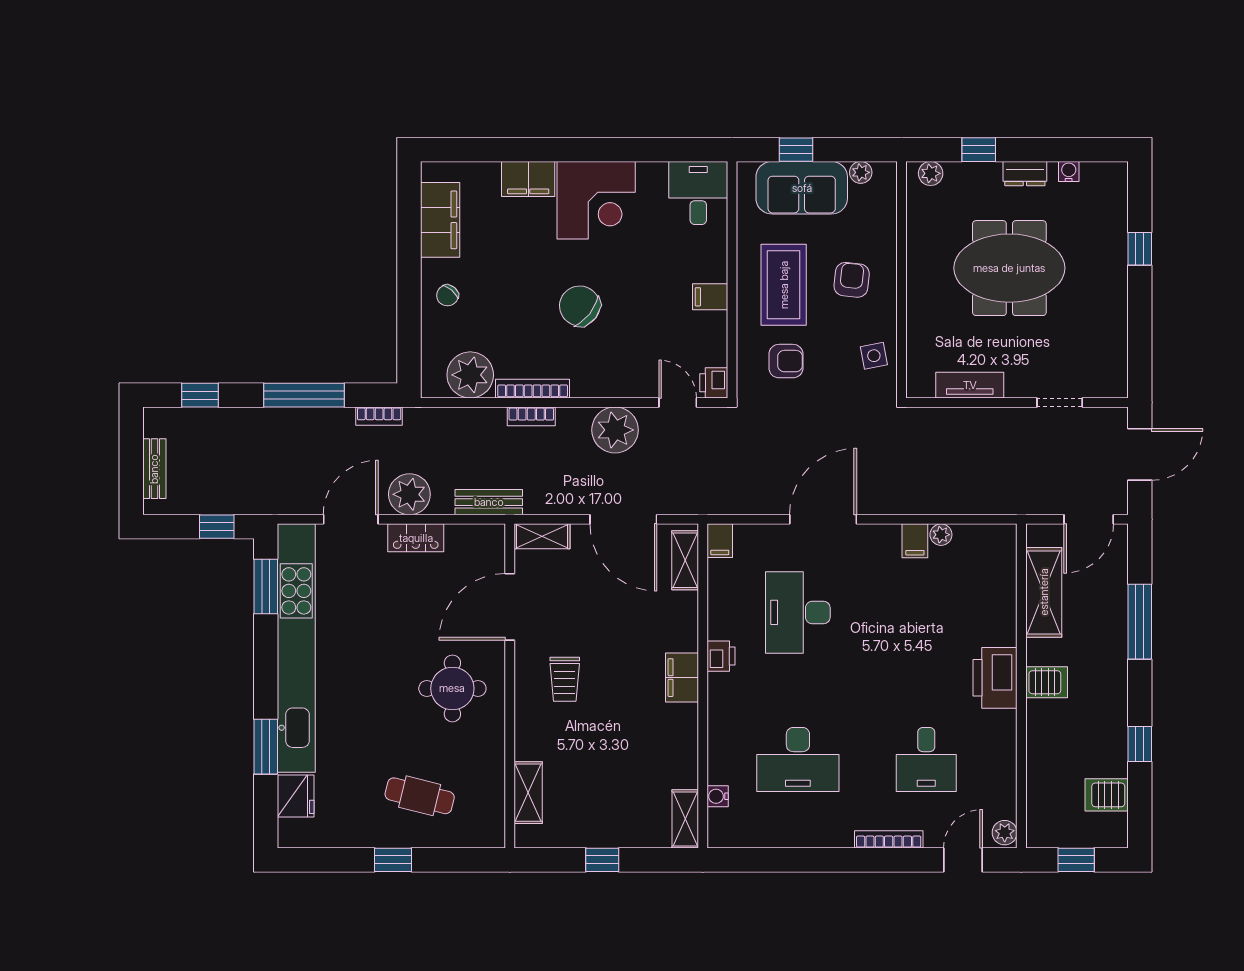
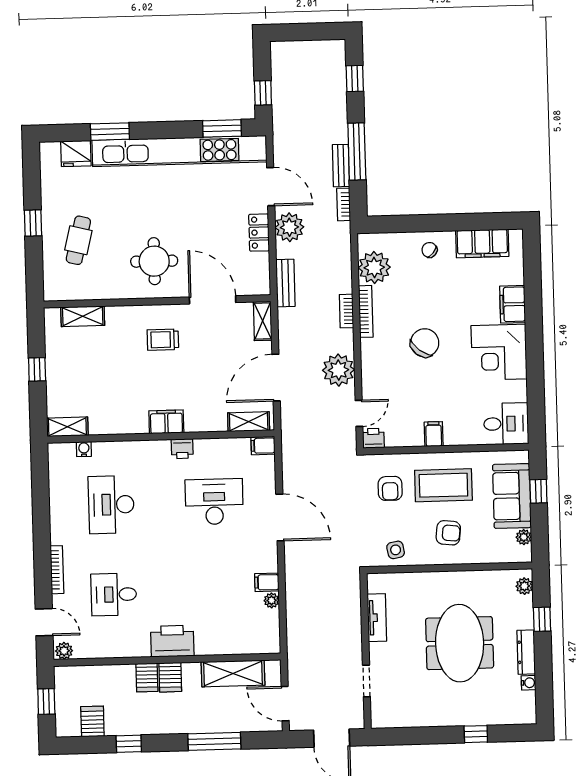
dresser: (1025, 174) -> (526, 652), width x1.44
bench: (154, 469) -> (341, 166), moved, turned 90
server rack: (1046, 715) -> (147, 677), added

